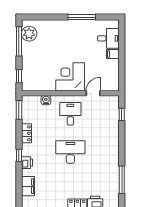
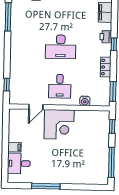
plant: (29, 34) -> (101, 170), removed

